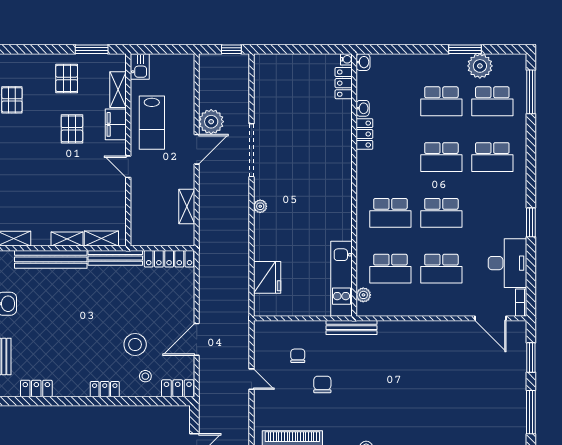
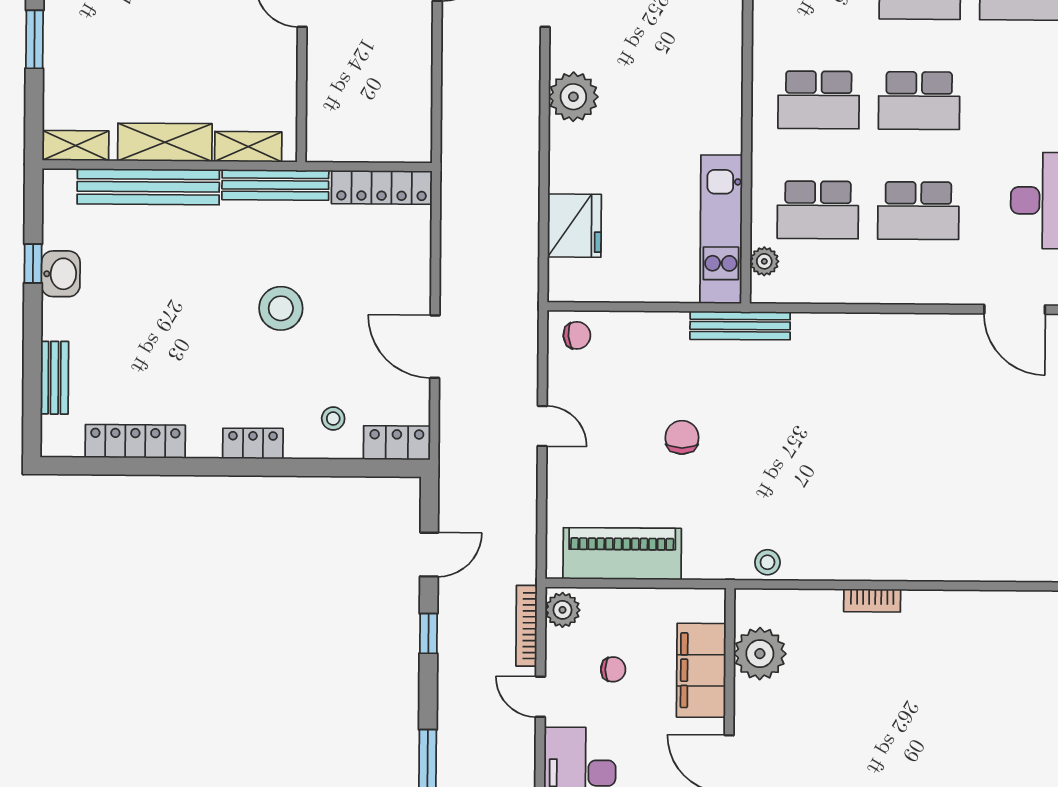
plant: (260, 206) -> (573, 97), width x1.87, depth x1.87
shelving: (187, 207) -> (417, 85), removed
shelving: (67, 239) -> (165, 142), width x1.50, depth x1.33
door: (197, 339) -> (435, 347), hinge flipped
stool: (135, 345) -> (281, 308), moved
chair: (298, 356) -> (577, 335), moved, turned 85
locker: (36, 388) -> (135, 441), width x1.53

